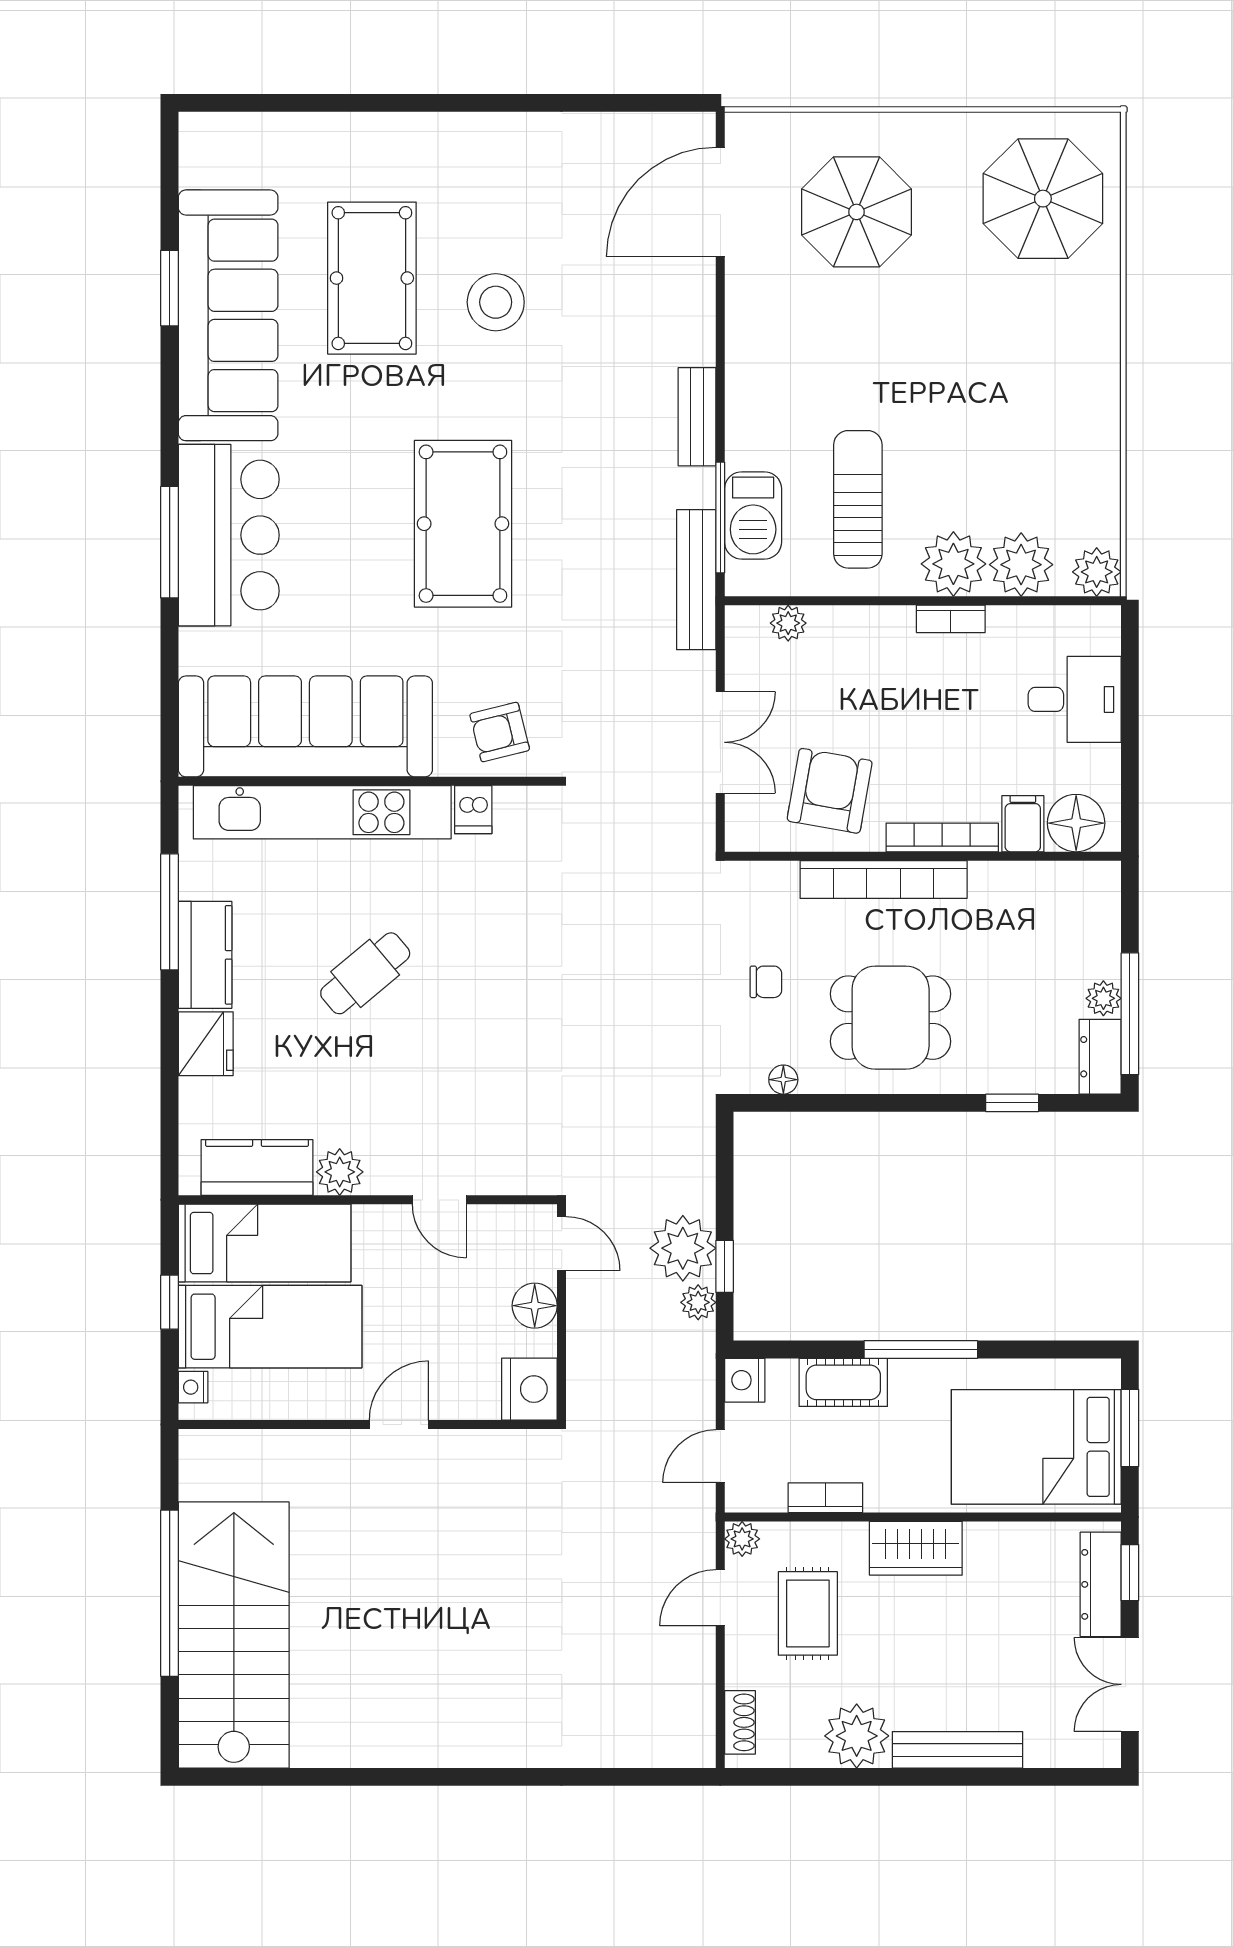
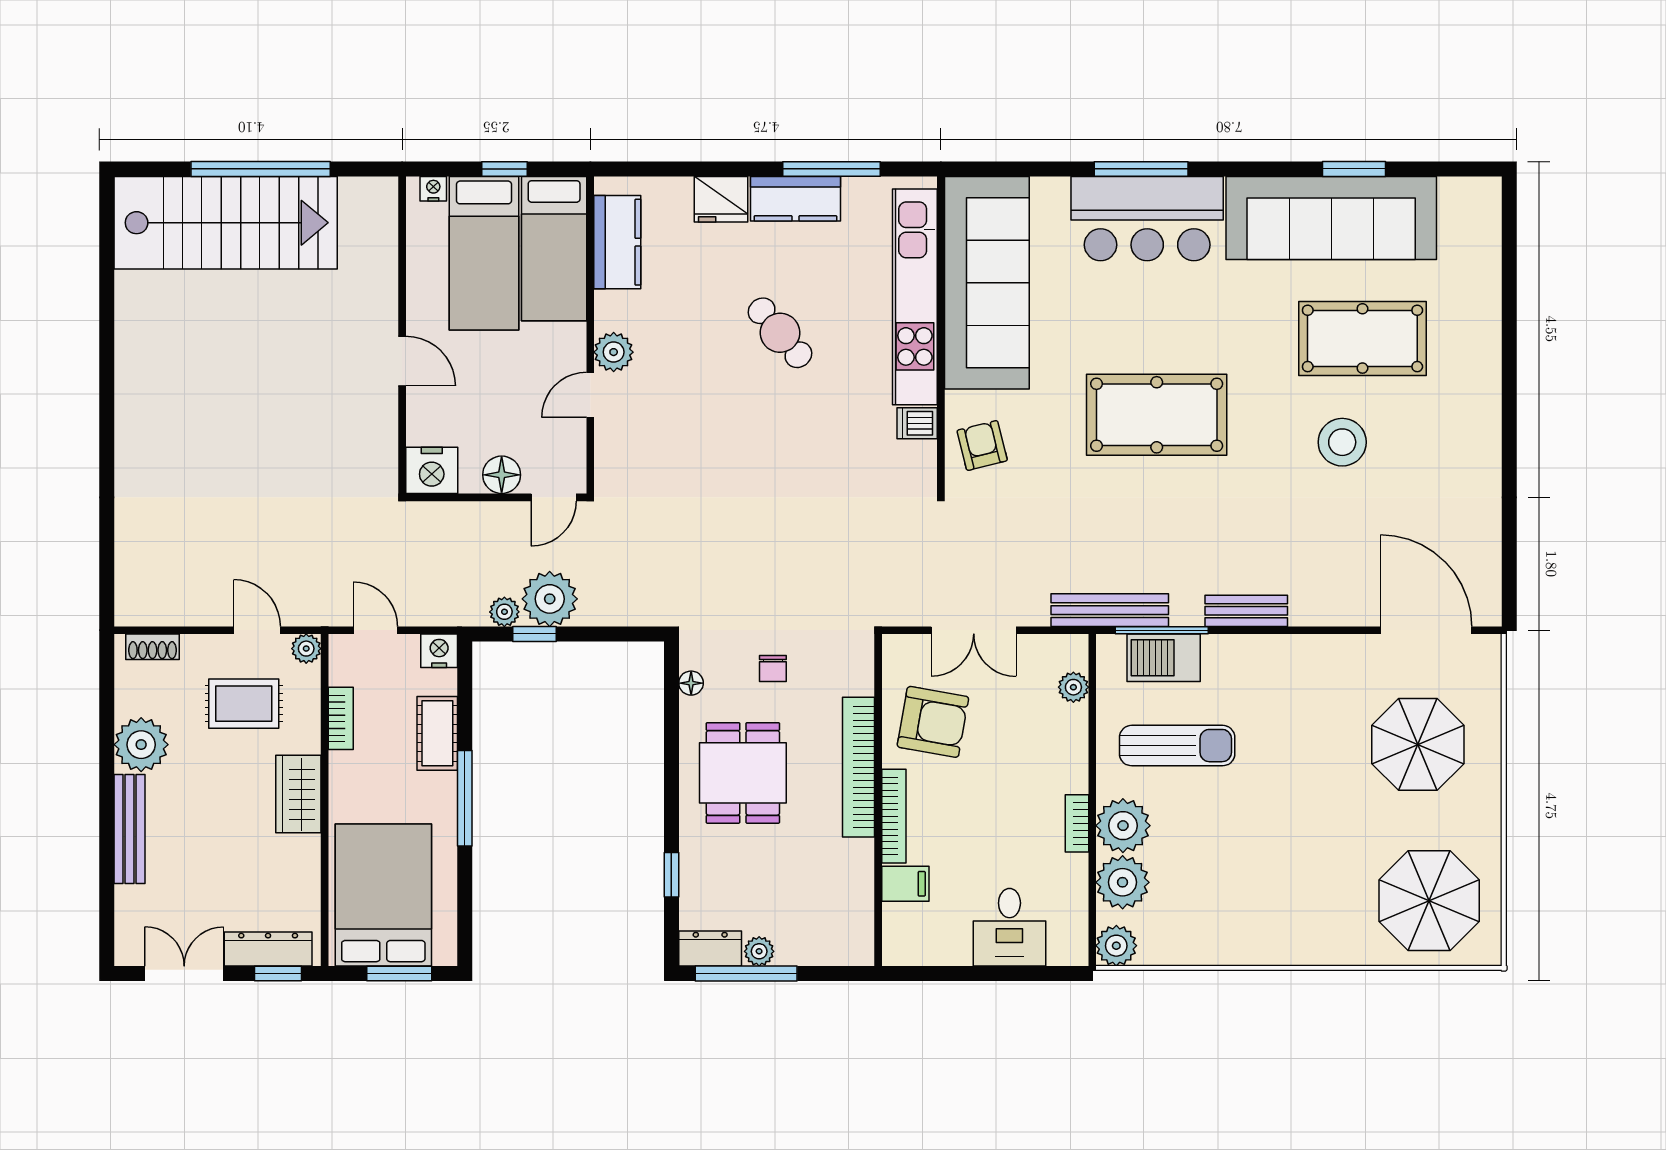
floor lamp: (1076, 823) -> (906, 928), removed
plant: (340, 1172) -> (614, 352), moved

